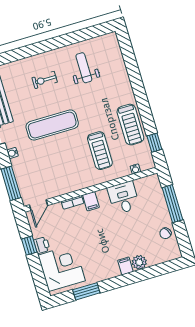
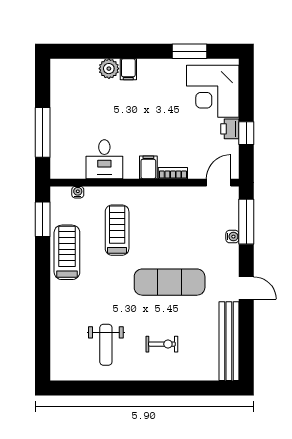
window: (154, 143) -> (43, 219), width x1.50
water cooler: (12, 153) -> (232, 237), moved
chair: (165, 233) -> (63, 96), removed

